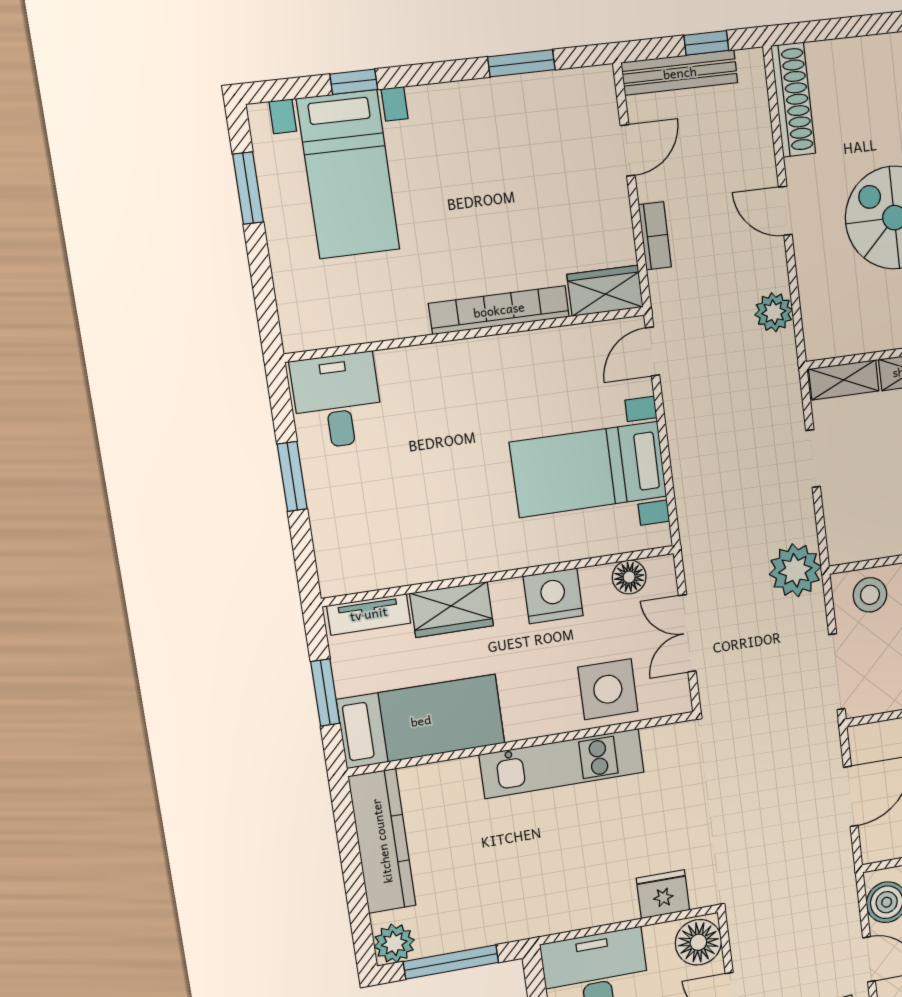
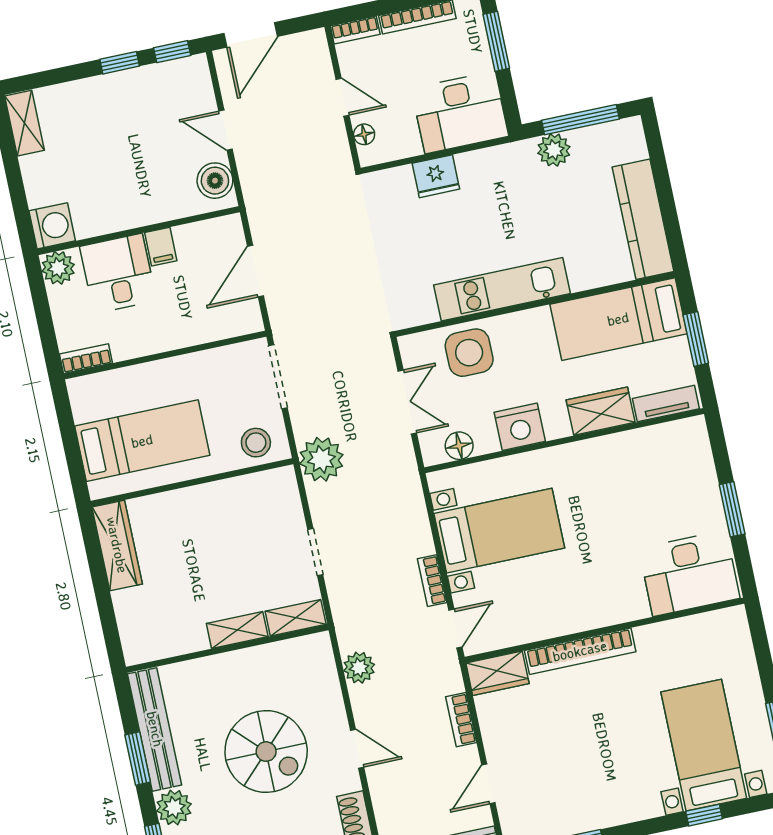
desk: (337, 401) -> (689, 573), width x1.37
bookcase: (676, 413) -> (432, 581), added
fridge: (663, 894) -> (436, 176), moved
floor lamp: (698, 942) -> (364, 134), width x0.53, depth x0.53
plant: (394, 943) -> (554, 150), moved

